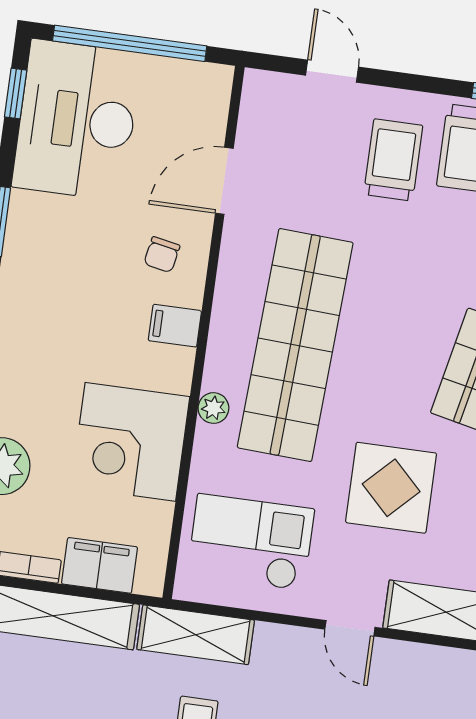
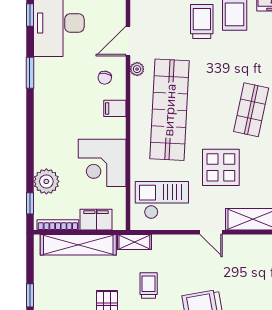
plant: (213, 408) -> (137, 69), moved
shelving: (196, 635) -> (134, 242), width x0.67, depth x0.75

